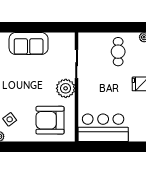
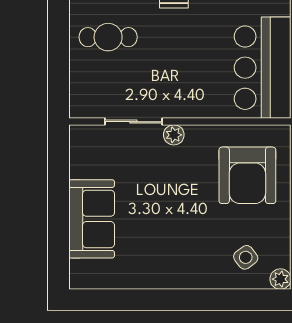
plant: (66, 88) -> (174, 135), width x0.53, depth x0.53

